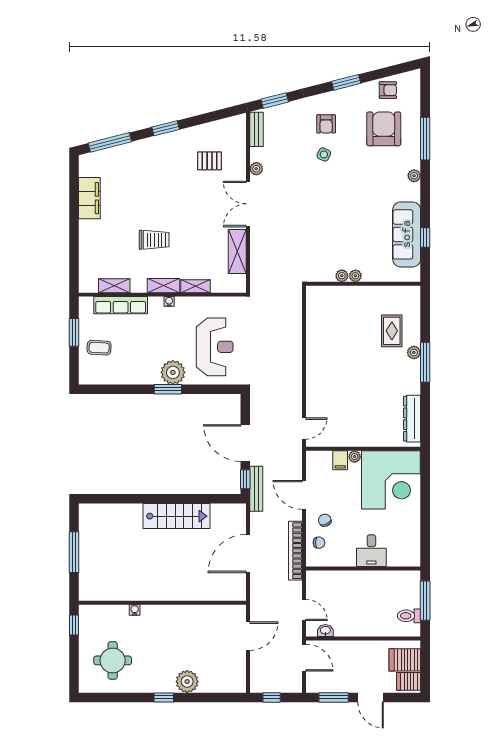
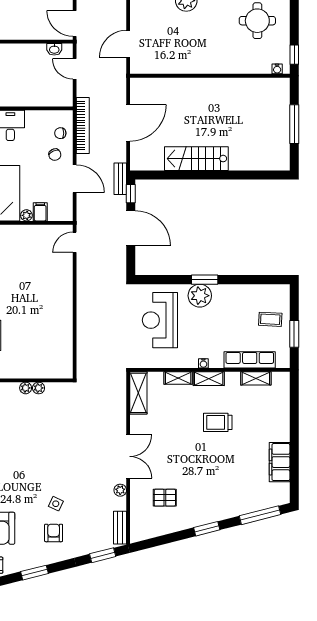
shelving: (237, 251) -> (138, 393), moved
bench: (256, 489) -> (120, 179), width x0.73
water cooler: (135, 610) -> (277, 69), moved

